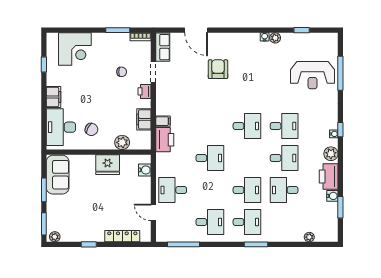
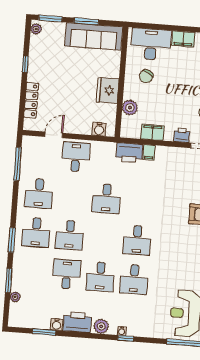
sofa: (58, 175) -> (94, 36), width x1.36
window: (294, 244) -> (9, 280), added

